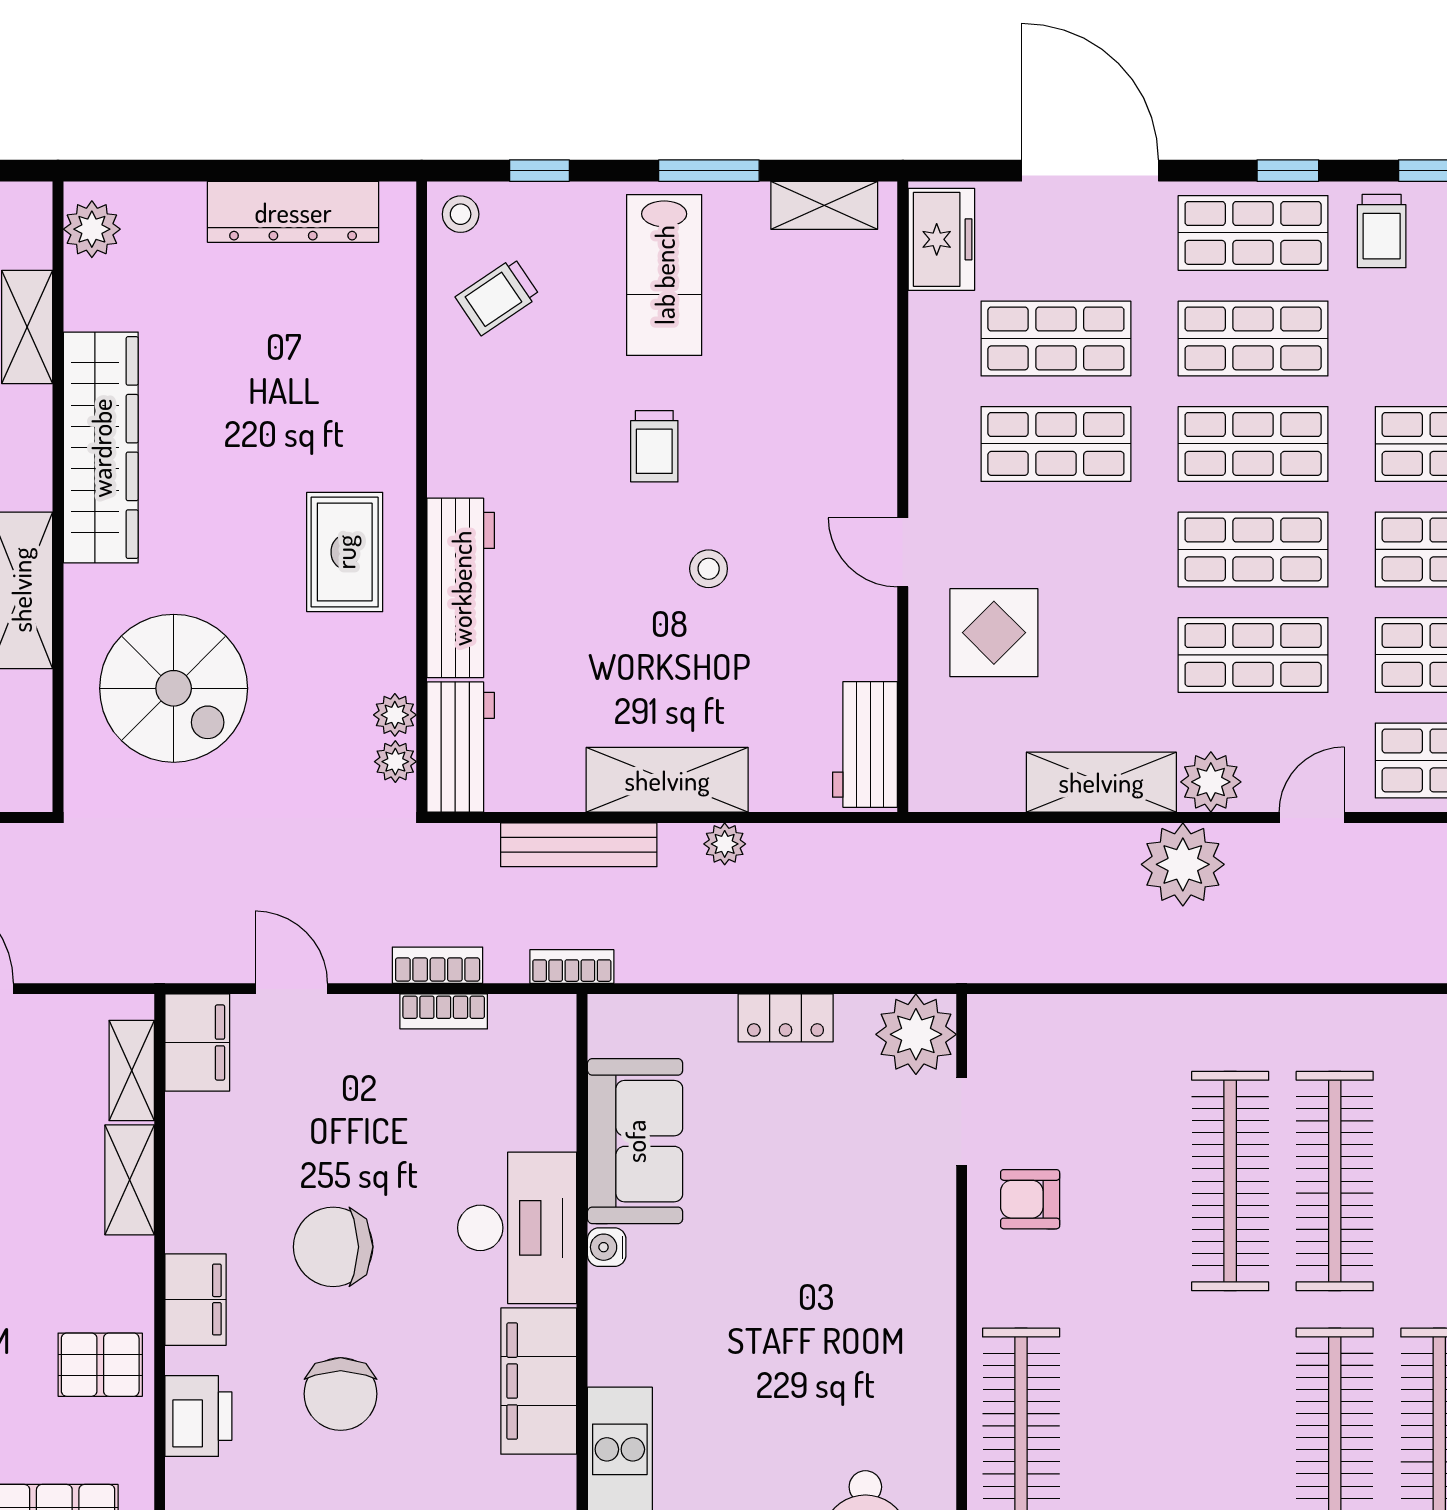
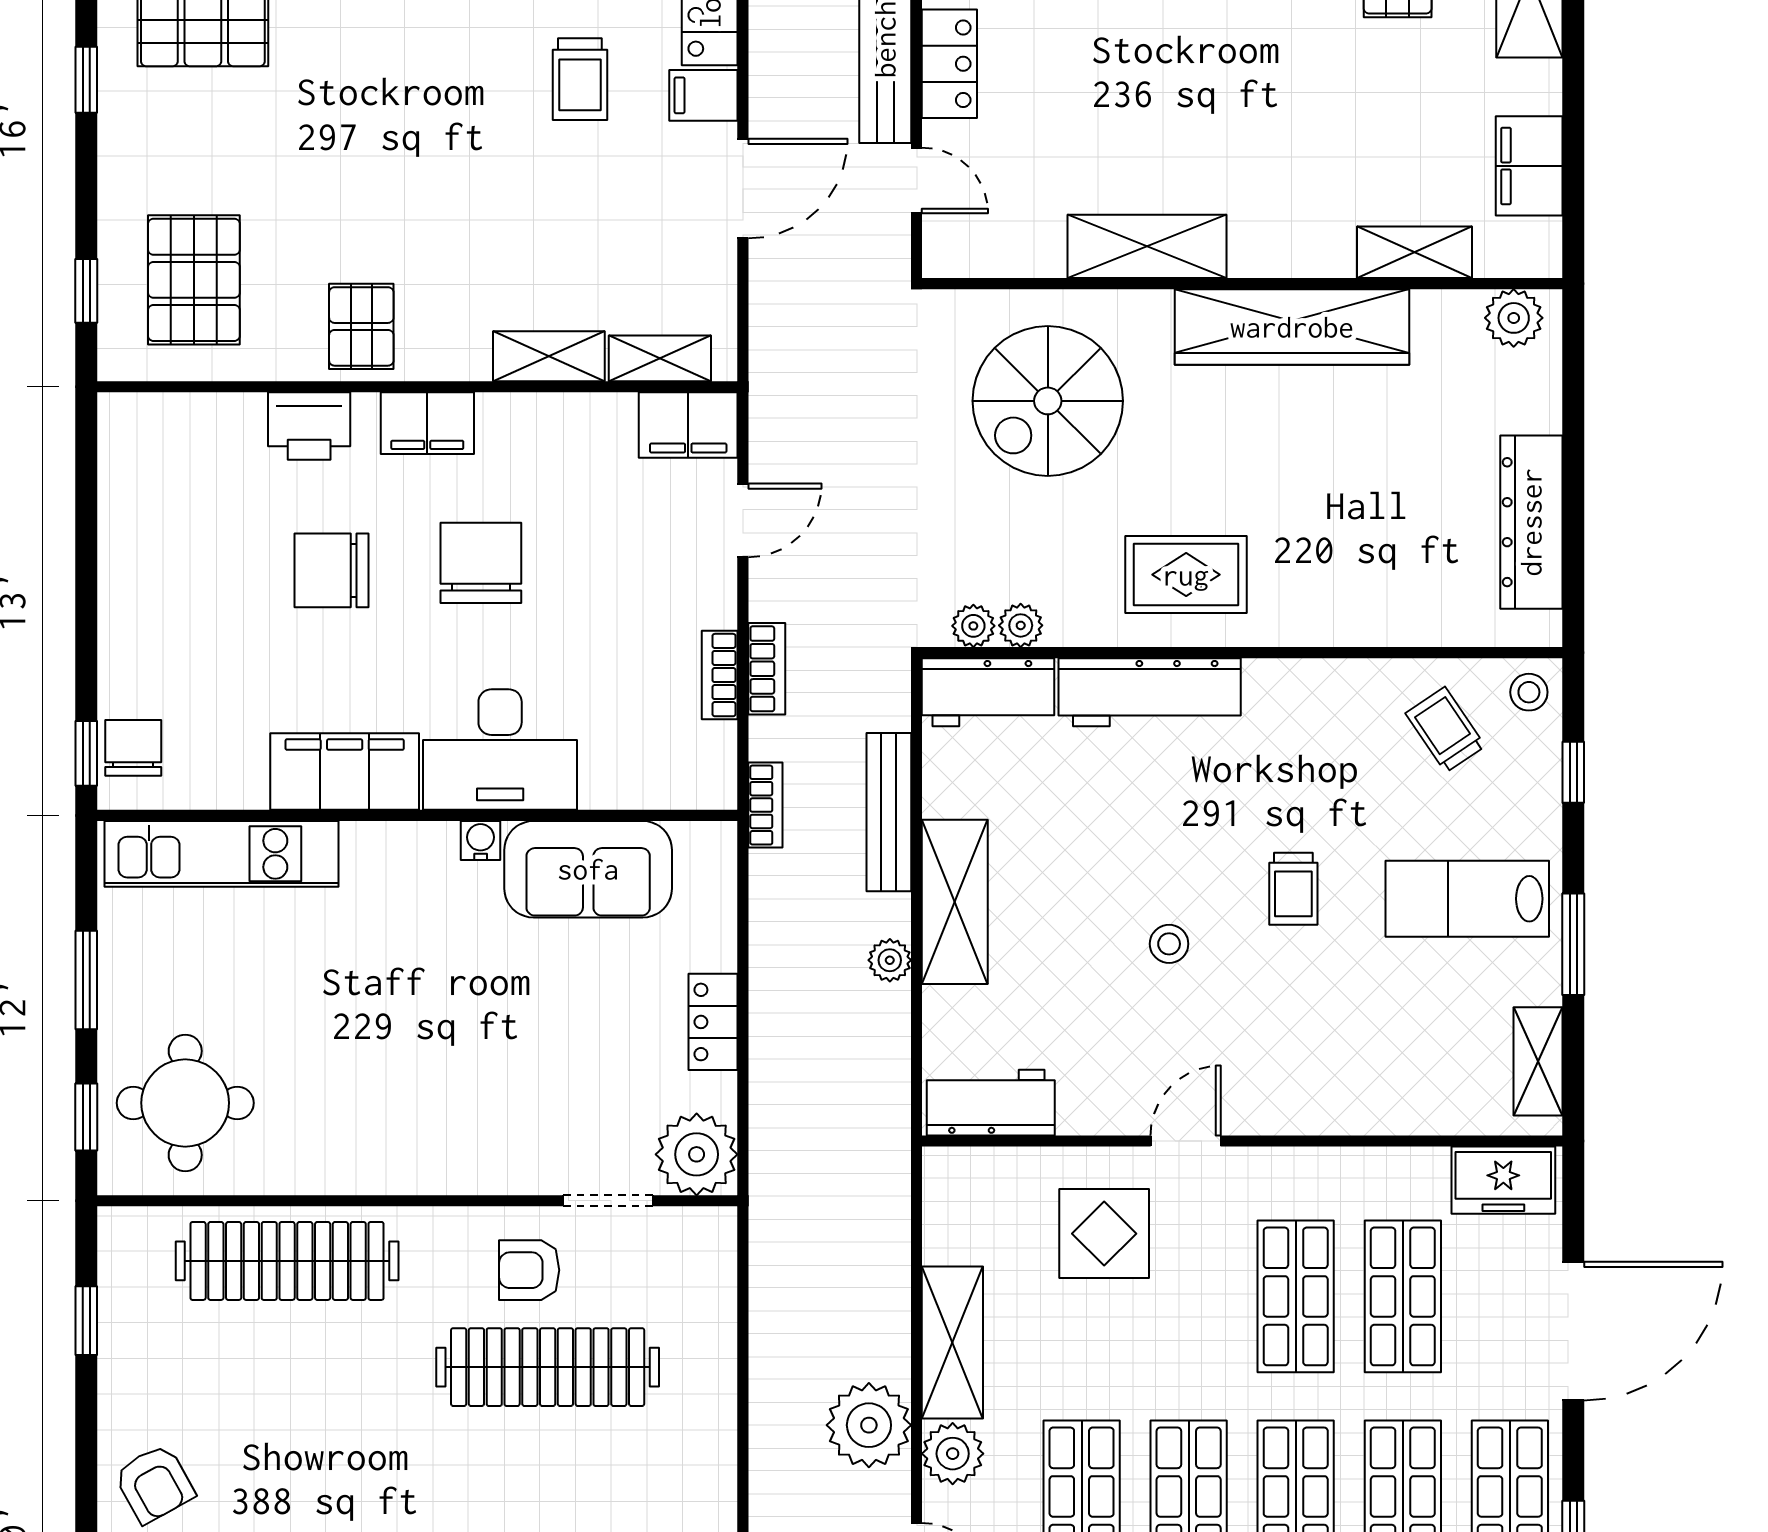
trolley: (654, 446) -> (1293, 889), turned -90
clothes rail: (1230, 1181) -> (548, 1367), moved
armchair: (1030, 1199) -> (529, 1270), turned -90

